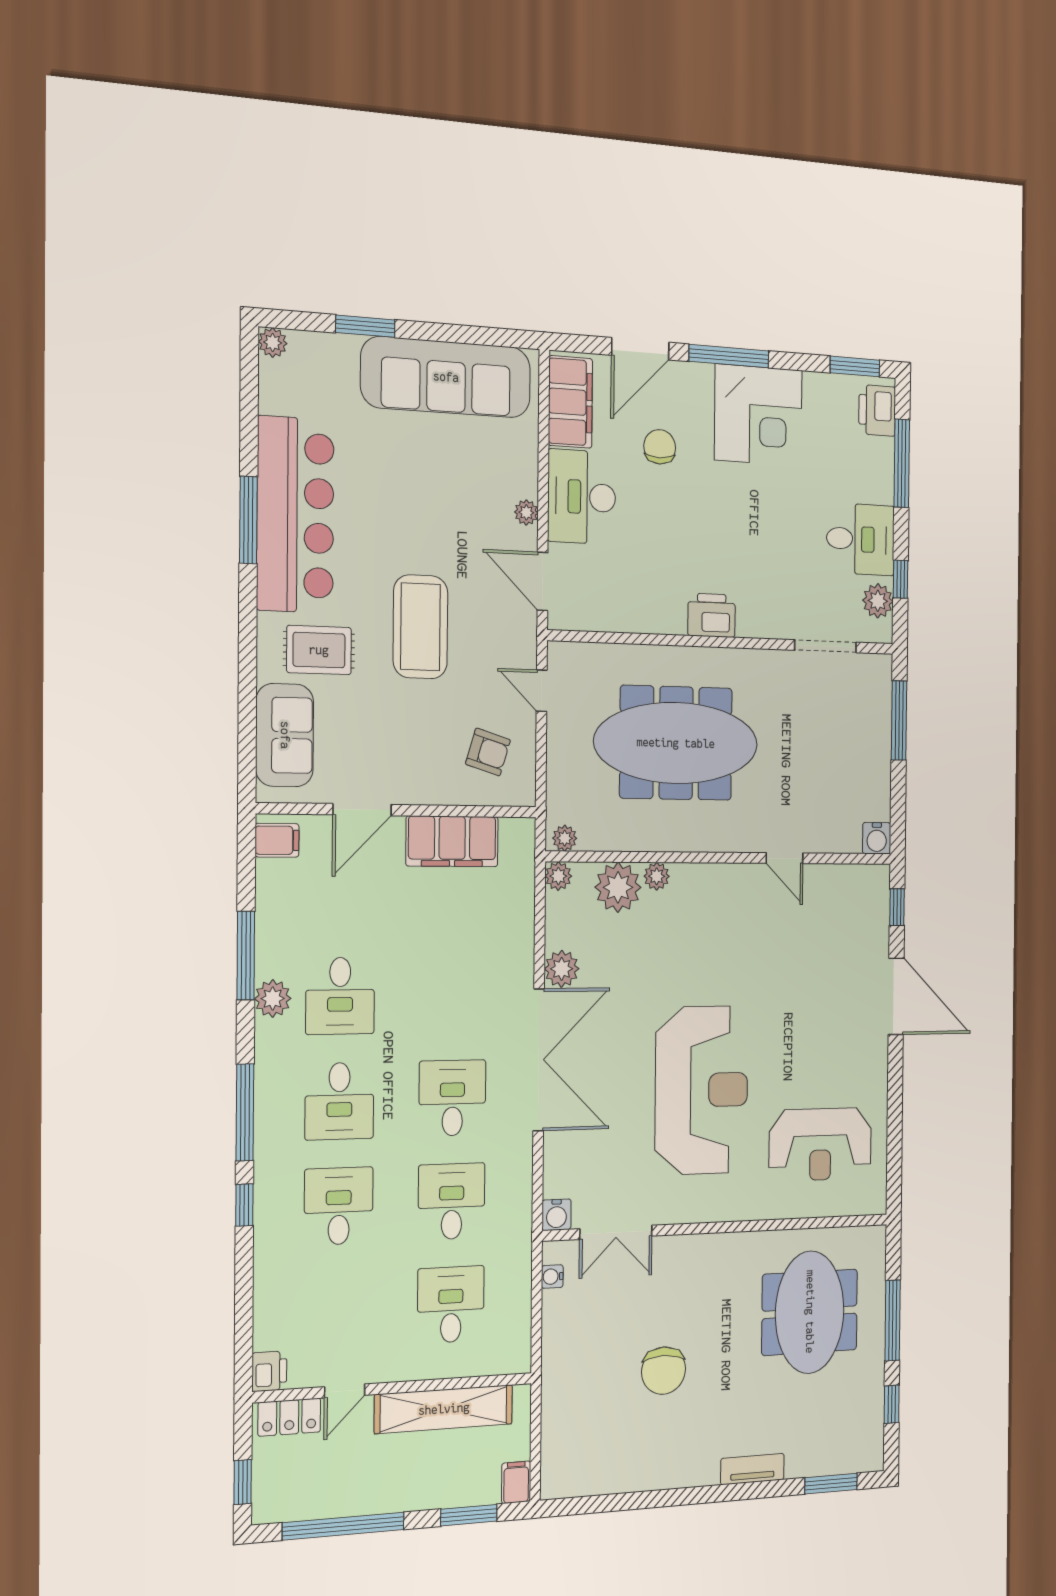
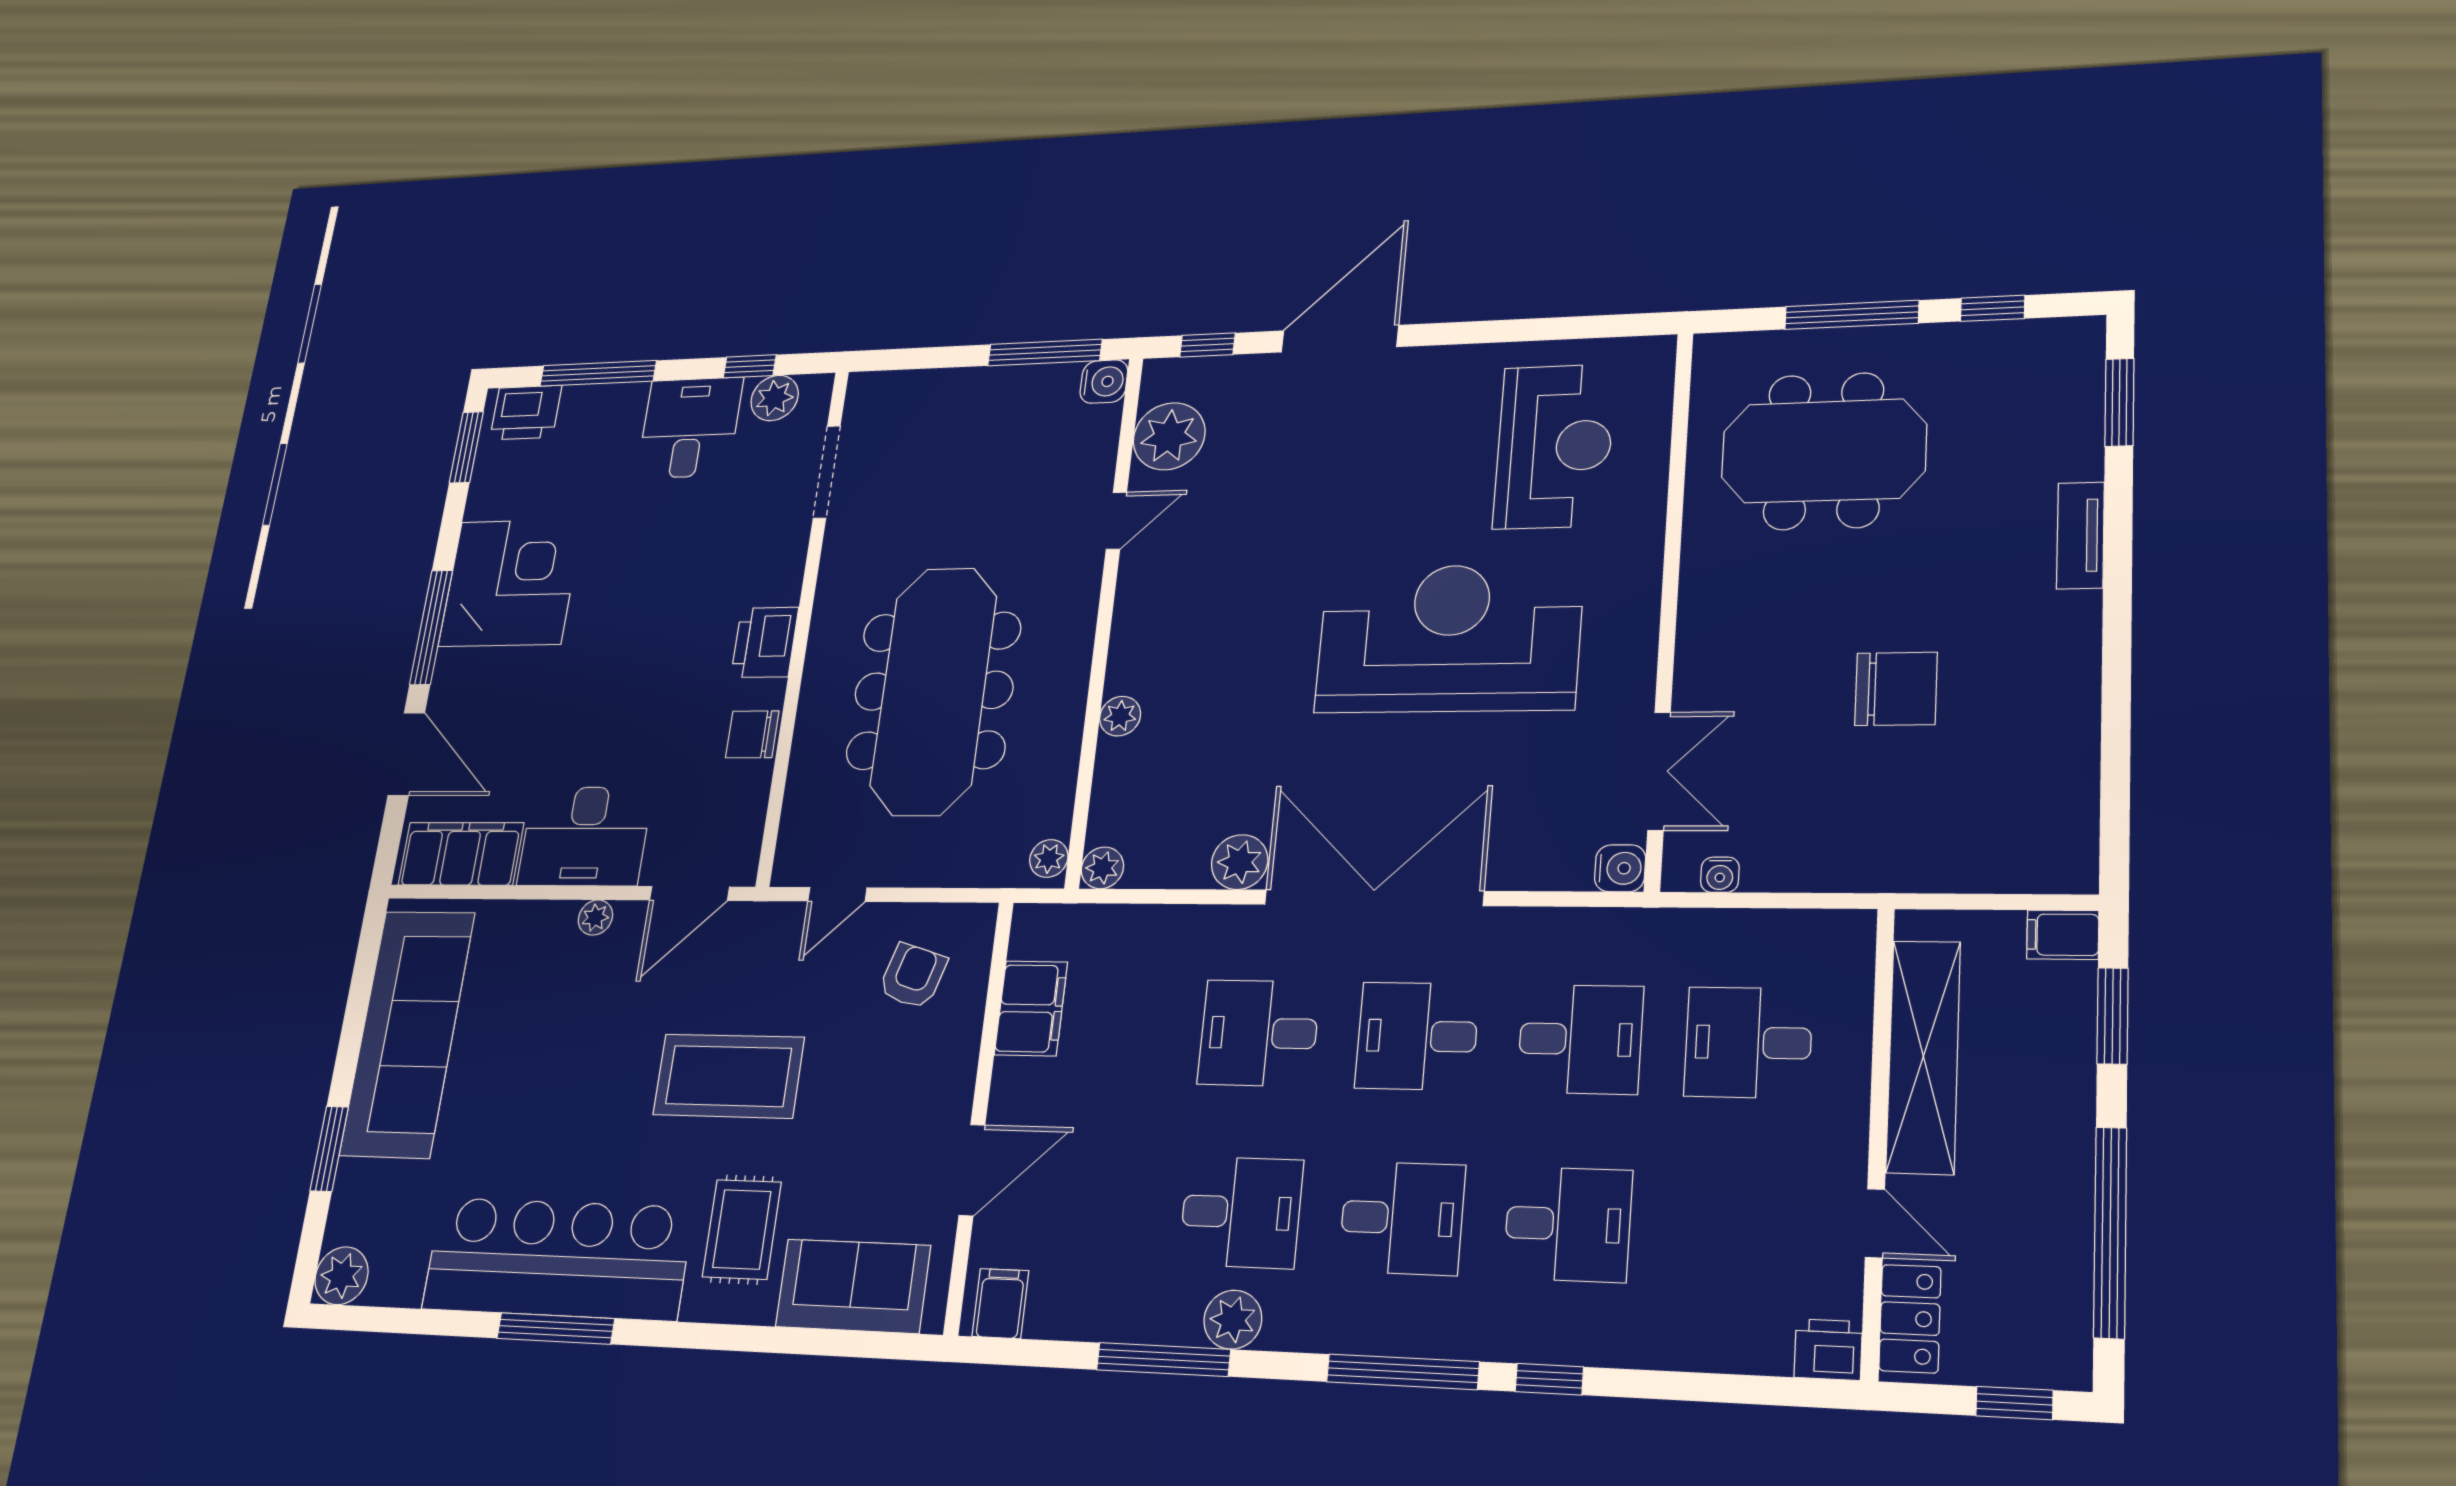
plant: (273, 342) -> (342, 1276), width x1.38, depth x1.38
chair: (660, 447) -> (752, 734), moved
window: (899, 720) -> (1045, 353), moved
door: (362, 810) -> (972, 1170), hinge flipped
filing cabinet: (452, 841) -> (1031, 1008), width x0.67, depth x0.86
plant: (618, 887) -> (1169, 436), moved
desk: (453, 994) -> (1259, 1033), added
desk: (452, 1201) -> (1580, 1039), turned 180
desk: (339, 1206) -> (1568, 1224), turned 180

